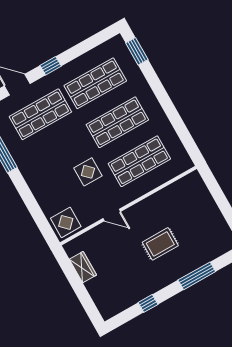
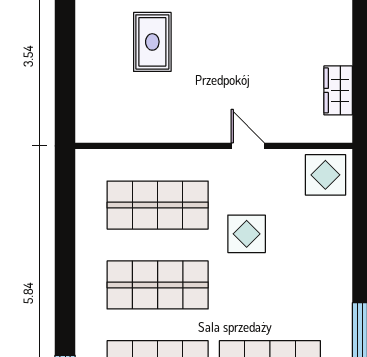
rug: (160, 244) -> (152, 42), moved, turned 90

